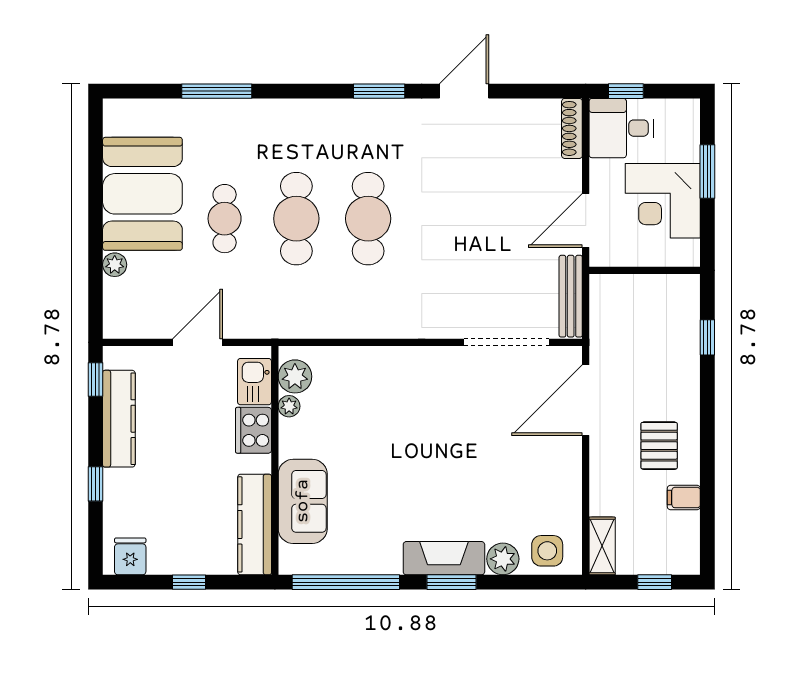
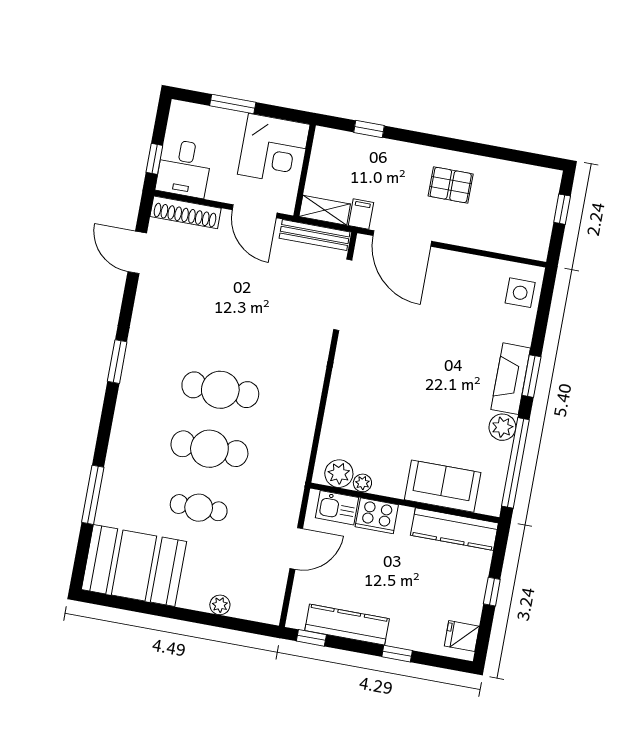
door: (464, 91) -> (137, 252), moved
shoe rack: (572, 128) -> (186, 212), width x1.36, depth x1.24
booth: (142, 194) -> (134, 565), moved
corner desk: (663, 201) -> (274, 149), moved
door: (198, 342) -> (296, 549), swing flipped
filing cabinet: (684, 498) -> (361, 214), moved, turned 180
shelving: (602, 546) -> (325, 210), moved
plant: (503, 559) -> (502, 427), moved

